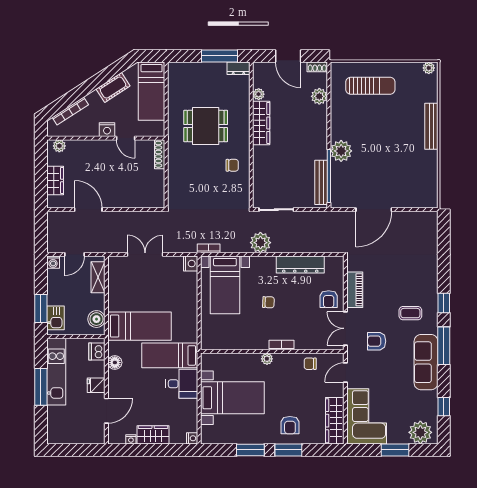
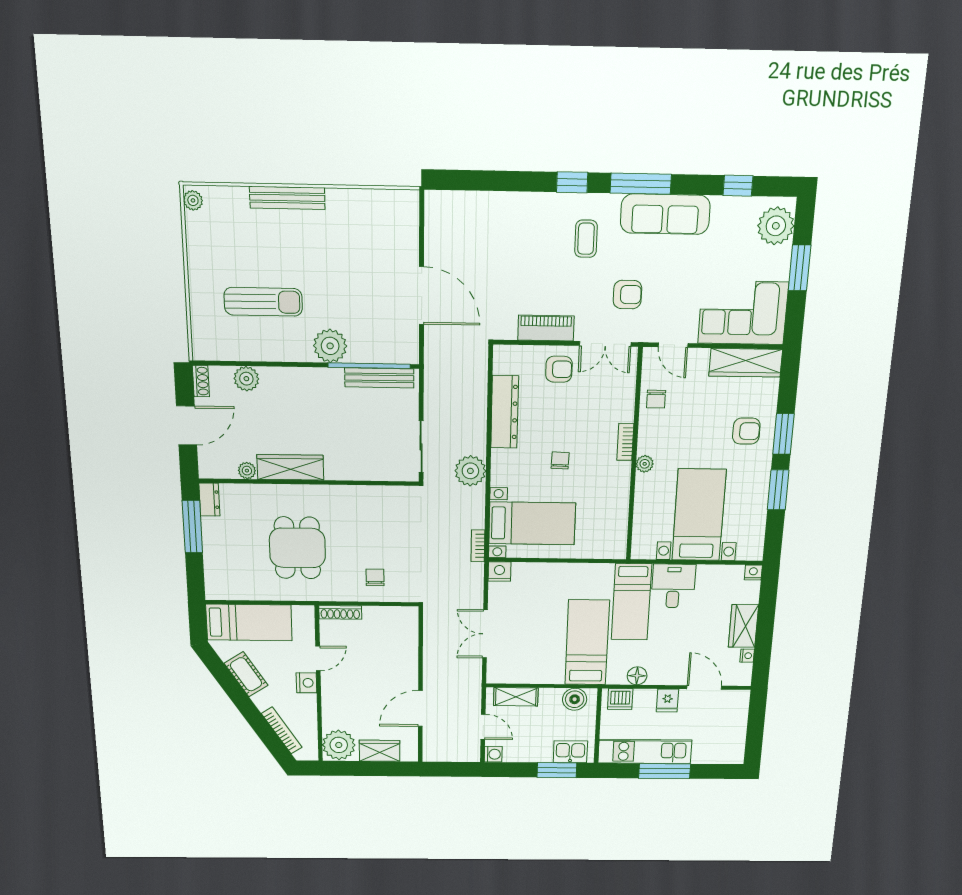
sun lounger: (370, 86) -> (263, 302), moved, turned 90
plant: (59, 146) -> (339, 745), width x1.88, depth x1.88
chair: (232, 165) -> (375, 577), moved
armchair: (377, 341) -> (627, 295), turned -90

